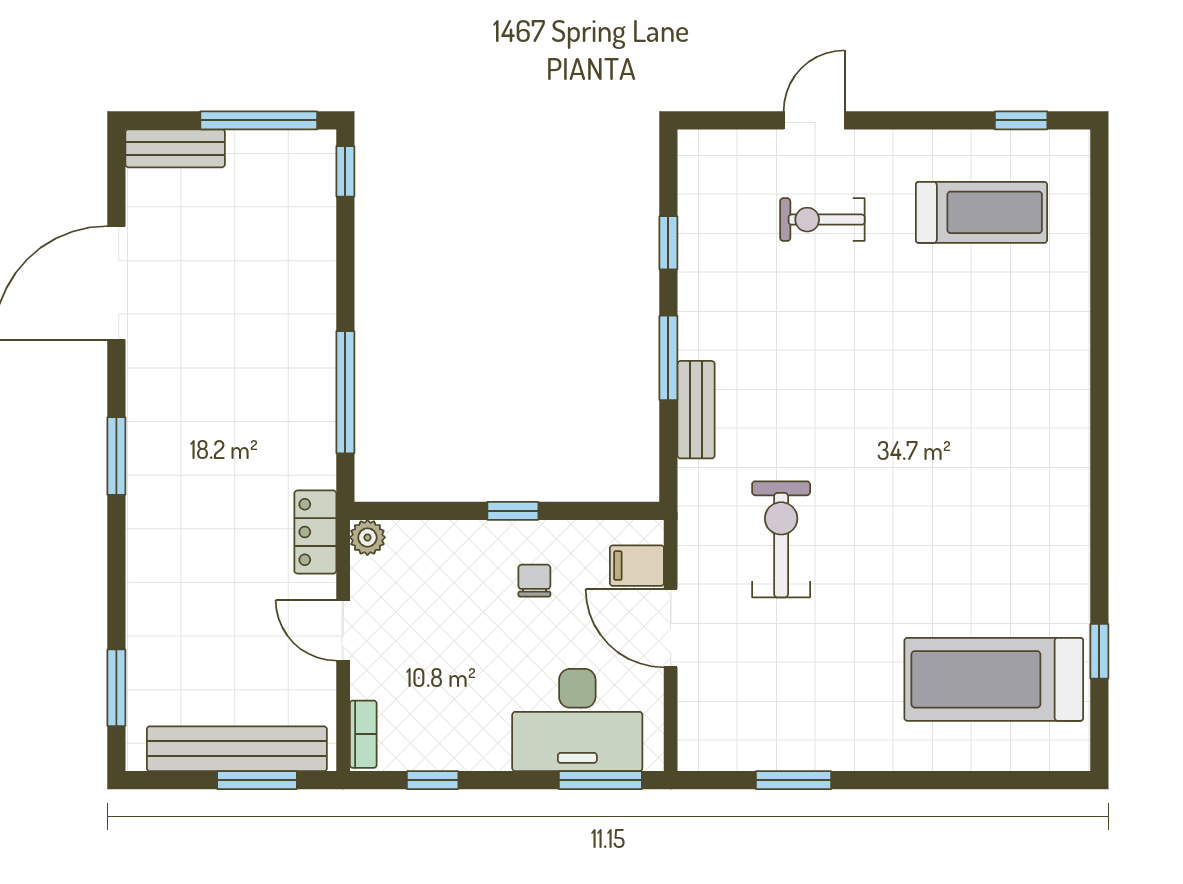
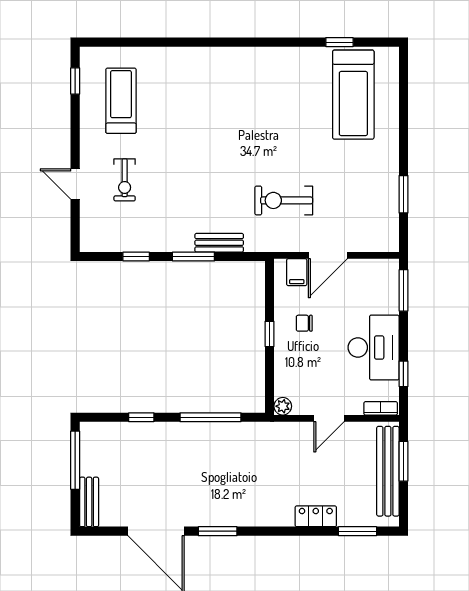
window: (345, 171) -> (141, 417), moved
window: (116, 456) -> (218, 531), moved
locker: (315, 532) -> (316, 516), moved, turned 180
desk: (577, 720) -> (374, 347), moved

